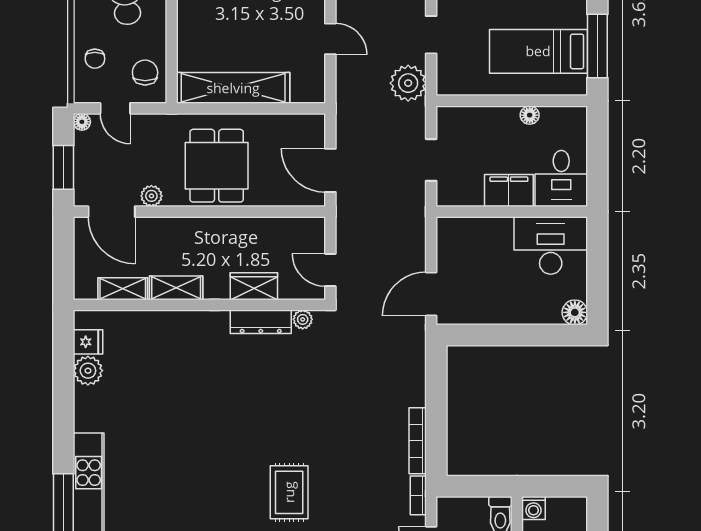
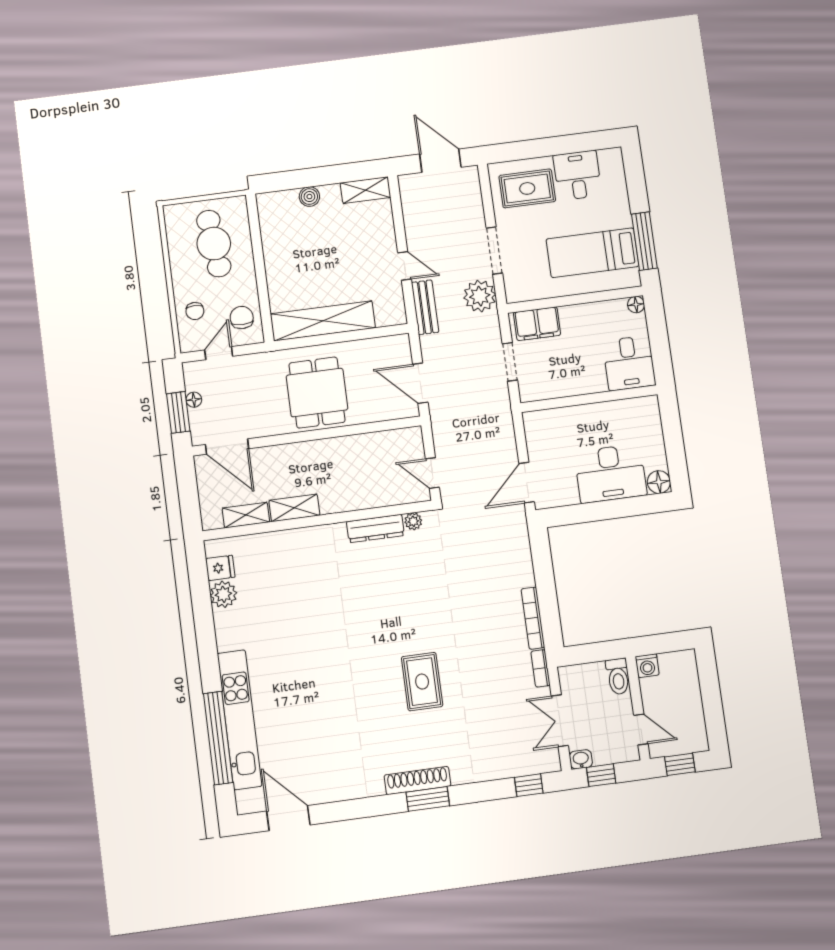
doorway: (431, 35) -> (494, 250), width x1.38
bench: (347, 88) -> (425, 307), added
door: (115, 108) -> (219, 353), swing flipped
floor lamp: (530, 115) -> (636, 305), moved
floor lamp: (82, 122) -> (194, 400), moved
filing cabinet: (509, 190) -> (537, 324), moved, turned 180
plant: (151, 196) -> (261, 428), removed
desk: (551, 245) -> (610, 473), moved, turned 180
wardrobe: (254, 286) -> (365, 497), removed

